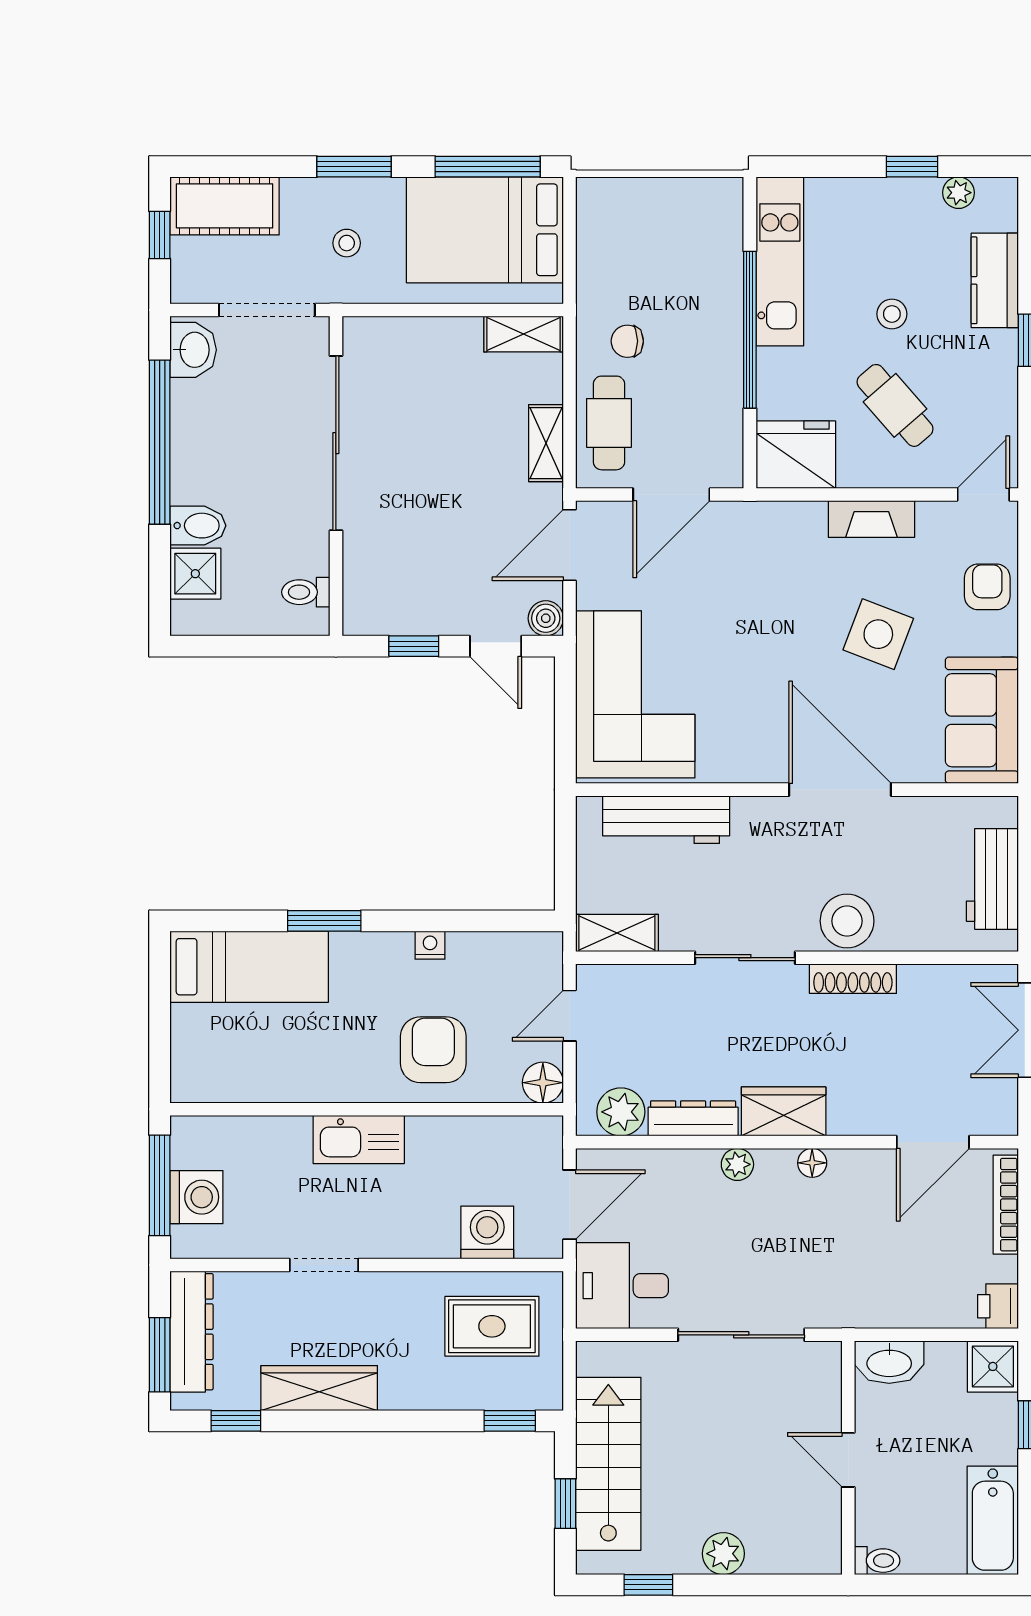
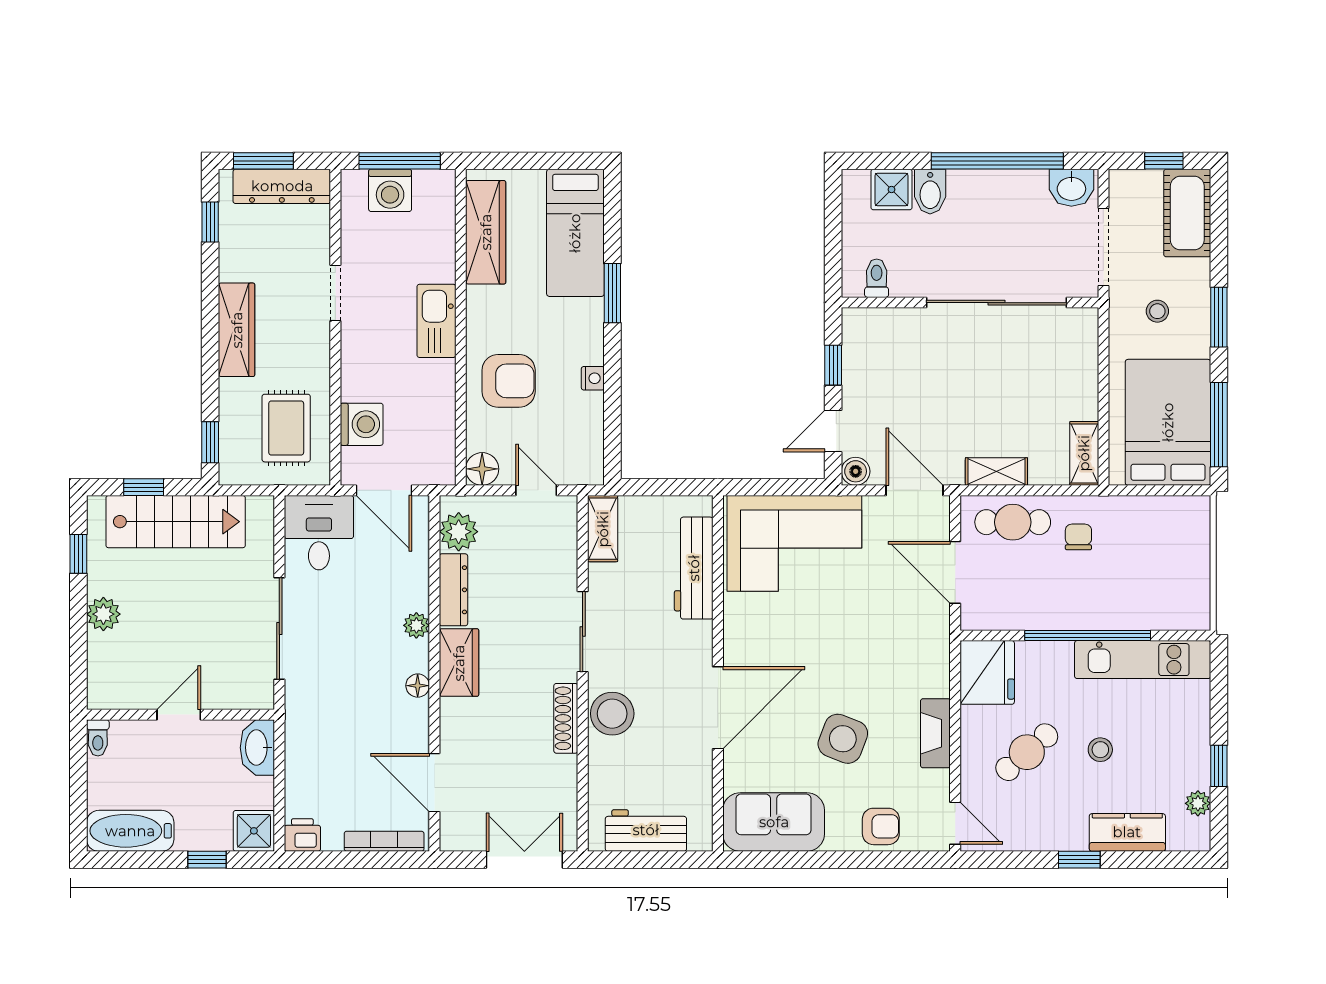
wardrobe: (249, 1078) -> (486, 232), added
wardrobe: (319, 1388) -> (237, 330), moved

